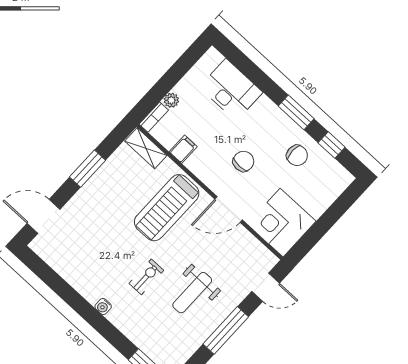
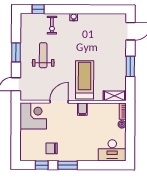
desk: (231, 90) -> (112, 150), moved
filing cabinet: (183, 149) -> (82, 109), moved
chair: (243, 161) -> (71, 126), removed
exercise bike: (146, 277) -> (52, 25), moved
window: (226, 330) -> (16, 52), width x0.69

